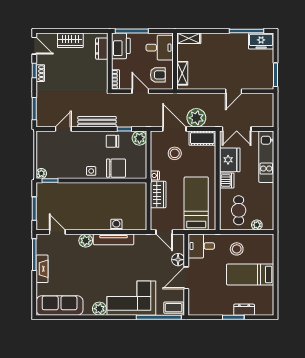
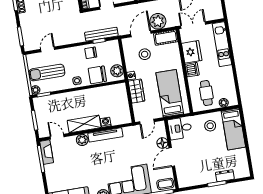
bench: (97, 122) -> (101, 34), moved
door: (174, 129) -> (141, 34), hinge flipped
double door: (237, 129) -> (193, 25), swing flipped
plant: (139, 138) -> (117, 71), moved
sun lounger: (58, 156) -> (47, 73), added
chair: (116, 168) -> (97, 75), turned 180
shelving: (91, 223) -> (84, 124), added
door: (164, 232) -> (147, 122), hinge flipped
fireplace: (42, 269) -> (47, 152), moved
bed: (250, 274) -> (233, 129), moved, turned -90

